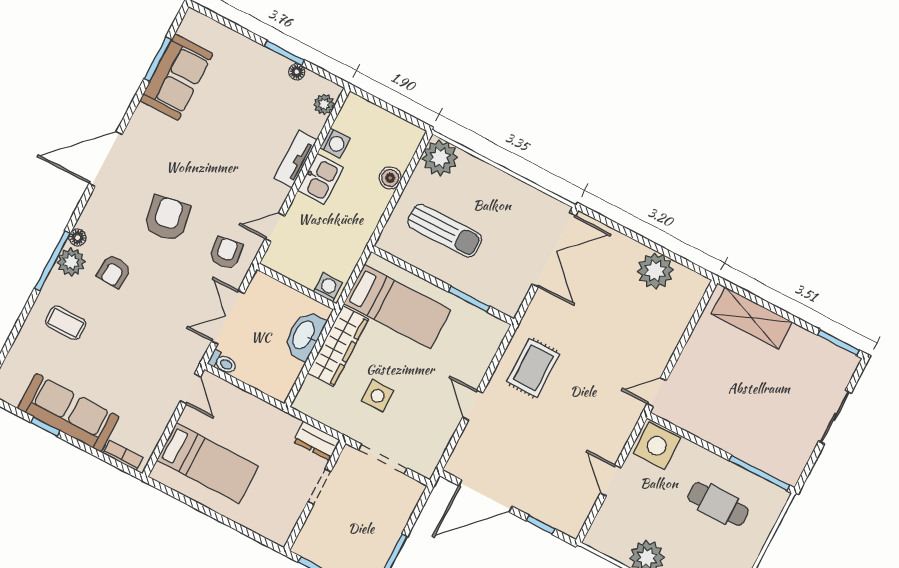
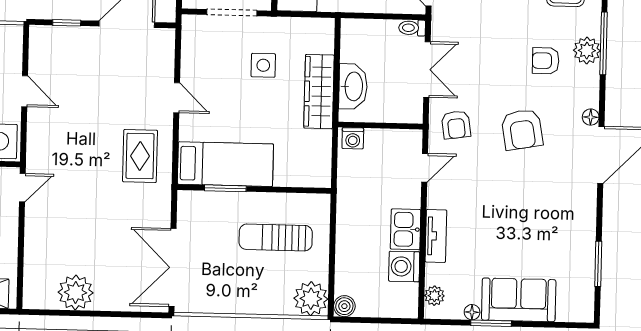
sofa: (176, 77) -> (519, 300), moved, turned 90
washing machine: (335, 143) -> (404, 267), width x1.38, depth x1.38
boiler: (390, 178) -> (344, 306), moved
floor lamp: (78, 237) -> (591, 117), moved
armchair: (114, 271) -> (546, 61), turned -93
bed: (397, 307) -> (225, 164), moved, turned 180

